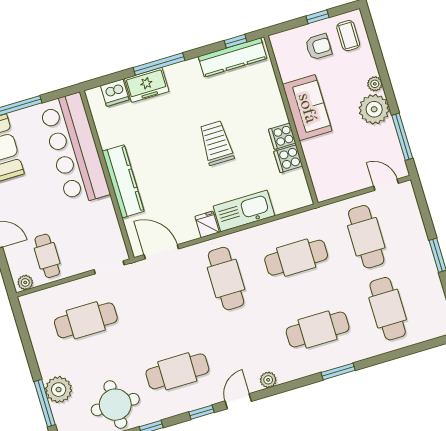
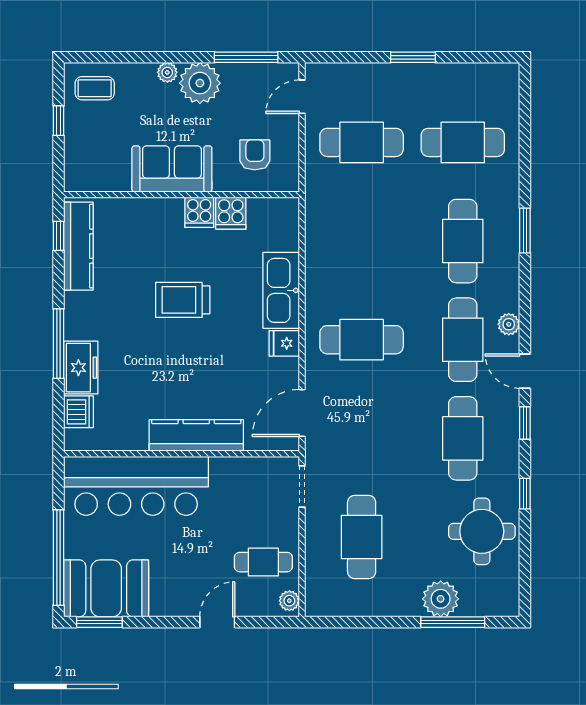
armchair: (318, 47) -> (255, 155), moved
cafe table: (296, 258) -> (463, 340), moved

